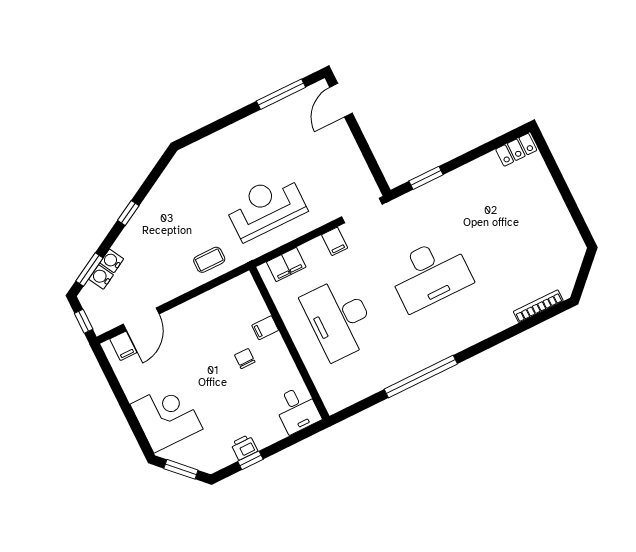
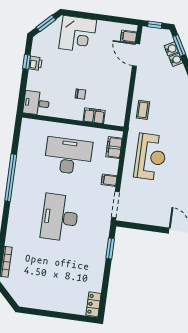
filing cabinet: (265, 328) -> (94, 116), width x2.00

